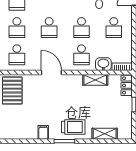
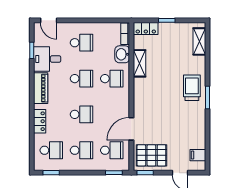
door: (51, 72) -> (131, 129), moved
filing cabinet: (43, 132) -> (198, 155), moved
shelving: (105, 134) -> (199, 41), moved

